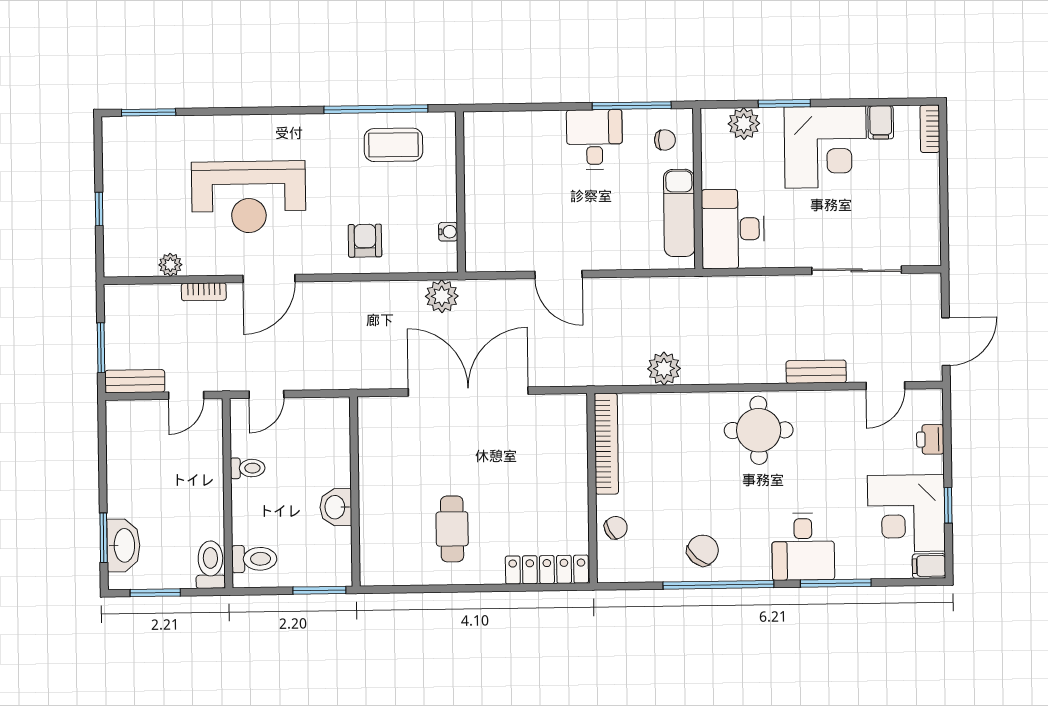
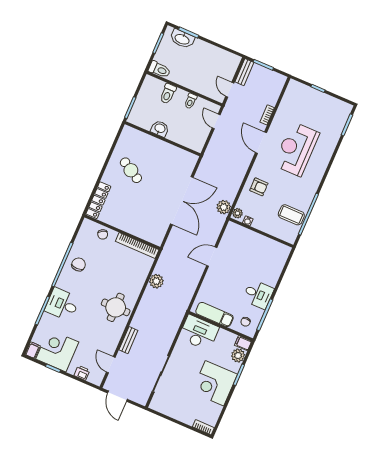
filing cabinet: (881, 122) -> (243, 343), moved
coffee table: (393, 145) -> (291, 215), turned 90
plant: (170, 265) -> (237, 213), moved
cafe table: (452, 529) -> (131, 170), turned 30
chair: (703, 550) -> (79, 264), turned -131
toilet: (254, 559) -> (168, 94), moved

